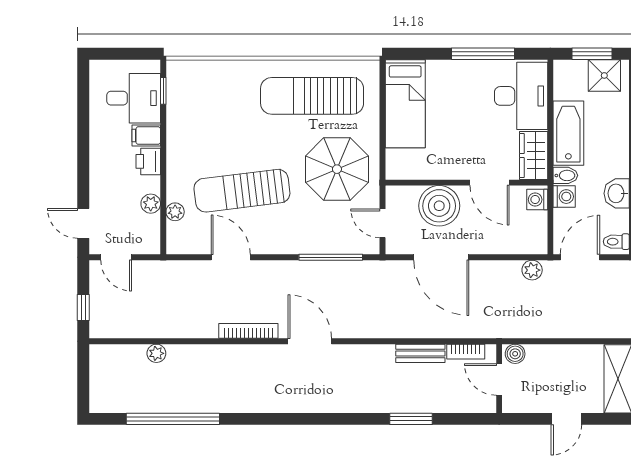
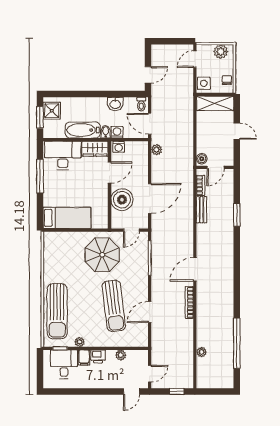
sun lounger: (312, 96) -> (57, 311), moved
plant: (175, 212) -> (80, 342), moved

